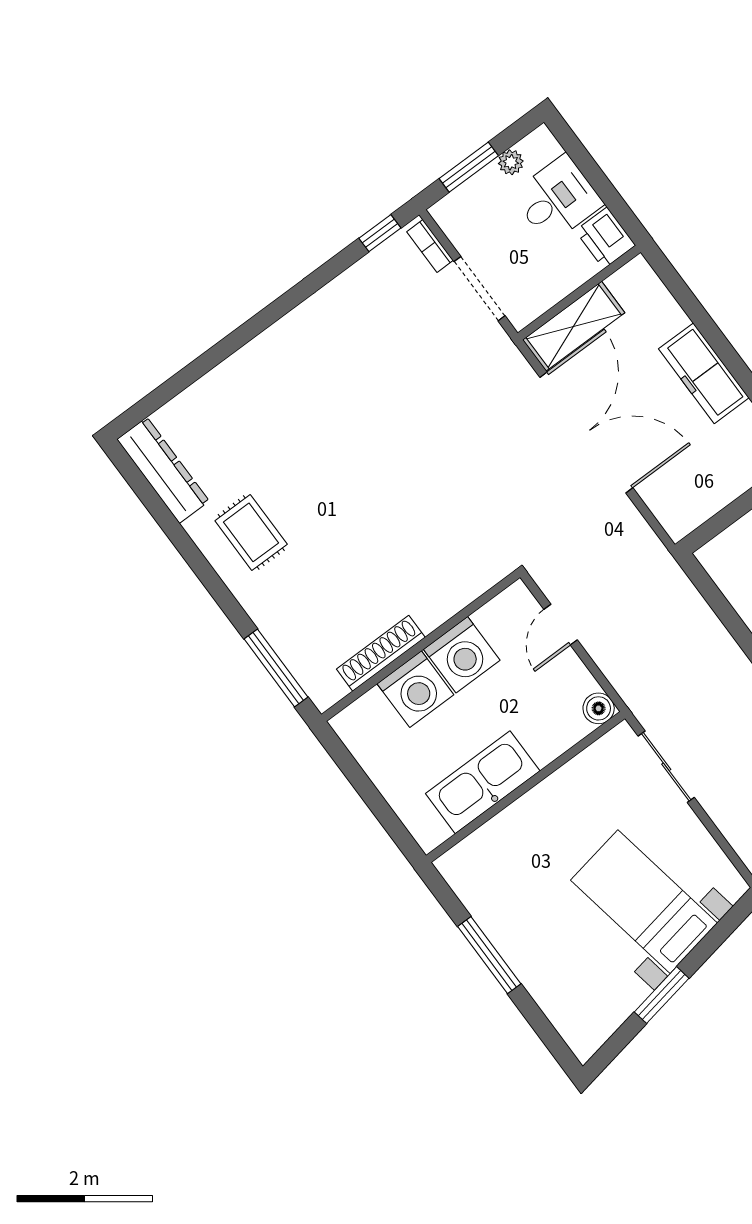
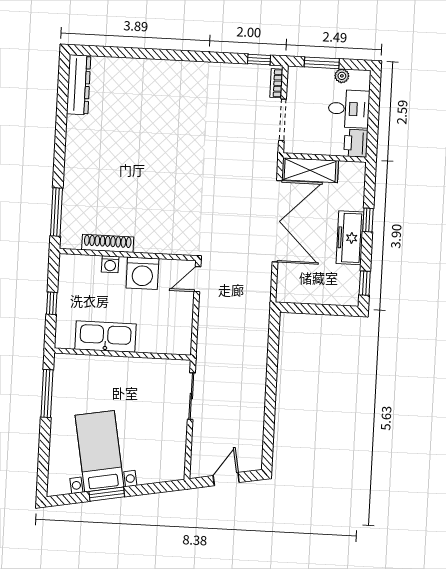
window: (708, 329) -> (368, 220), added
rug: (251, 532) -> (95, 144), removed
door: (561, 625) -> (197, 279), moved
washing machine: (415, 689) -> (110, 264), width x0.53, depth x0.53
boiler: (599, 708) -> (183, 346), removed
window: (372, 797) -> (52, 303), added
bed with nightstands: (644, 902) -> (99, 451), moved
window: (489, 955) -> (47, 393), moved

